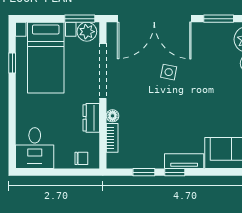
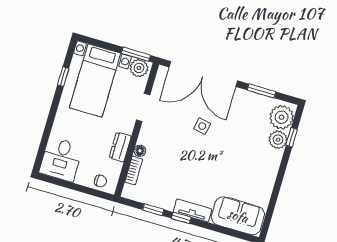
doorway: (103, 71) -> (143, 108), width x0.53

